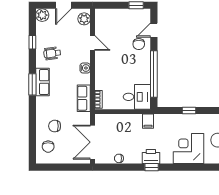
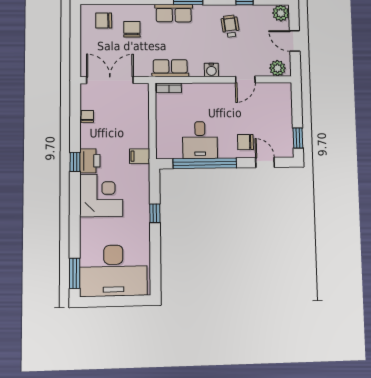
row of seats: (42, 82) -> (174, 13), moved
desk: (137, 97) -> (200, 140), moved
corner desk: (189, 149) -> (101, 195), moved

